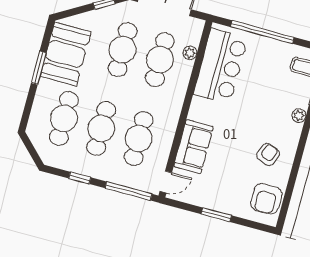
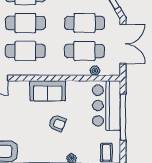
bar counter: (220, 66) -> (107, 106), moved, turned 90
sofa: (193, 147) -> (48, 91), moved
armchair: (268, 155) -> (57, 123), moved

